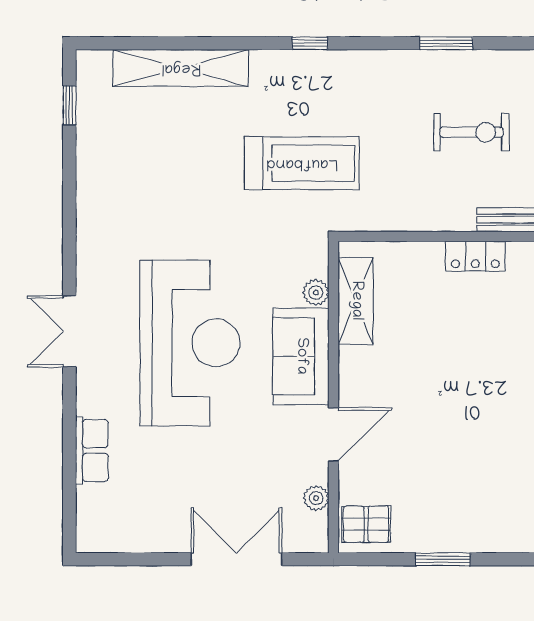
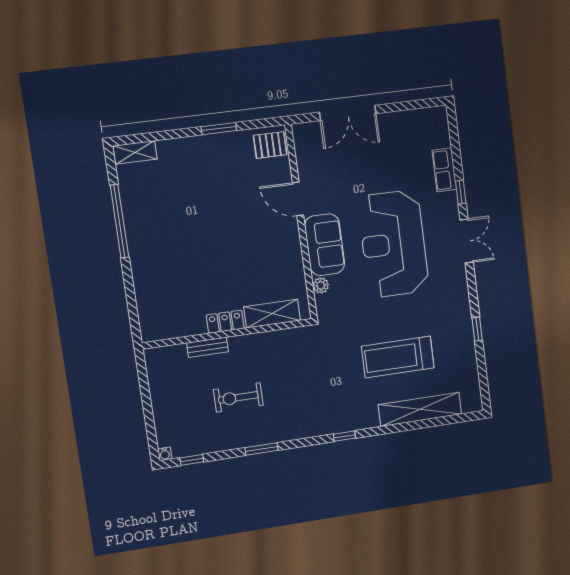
window: (69, 105) -> (477, 329), moved
treadmill: (302, 163) -> (398, 357), moved
shelving: (356, 301) -> (272, 314), moved, turned 90
window: (69, 411) -> (461, 192), added
door: (334, 434) -> (298, 199), hinge flipped
plant: (316, 498) -> (304, 158), removed

